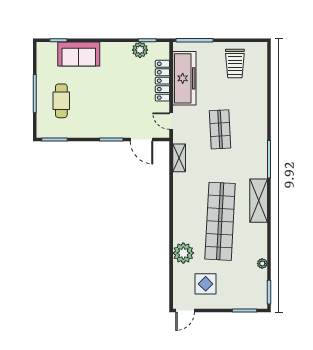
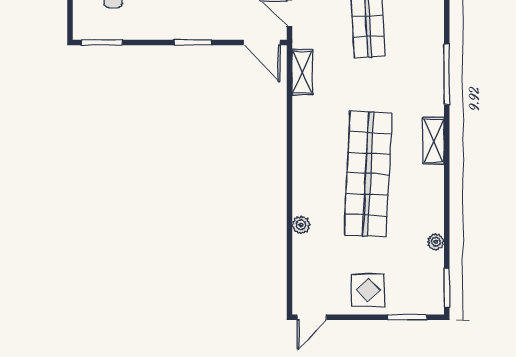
door: (142, 139) -> (262, 42), moved
shelving: (259, 201) -> (434, 141), width x0.67, depth x0.75
plant: (183, 253) -> (301, 225), width x0.53, depth x0.53
display table: (206, 284) -> (368, 290), moved

